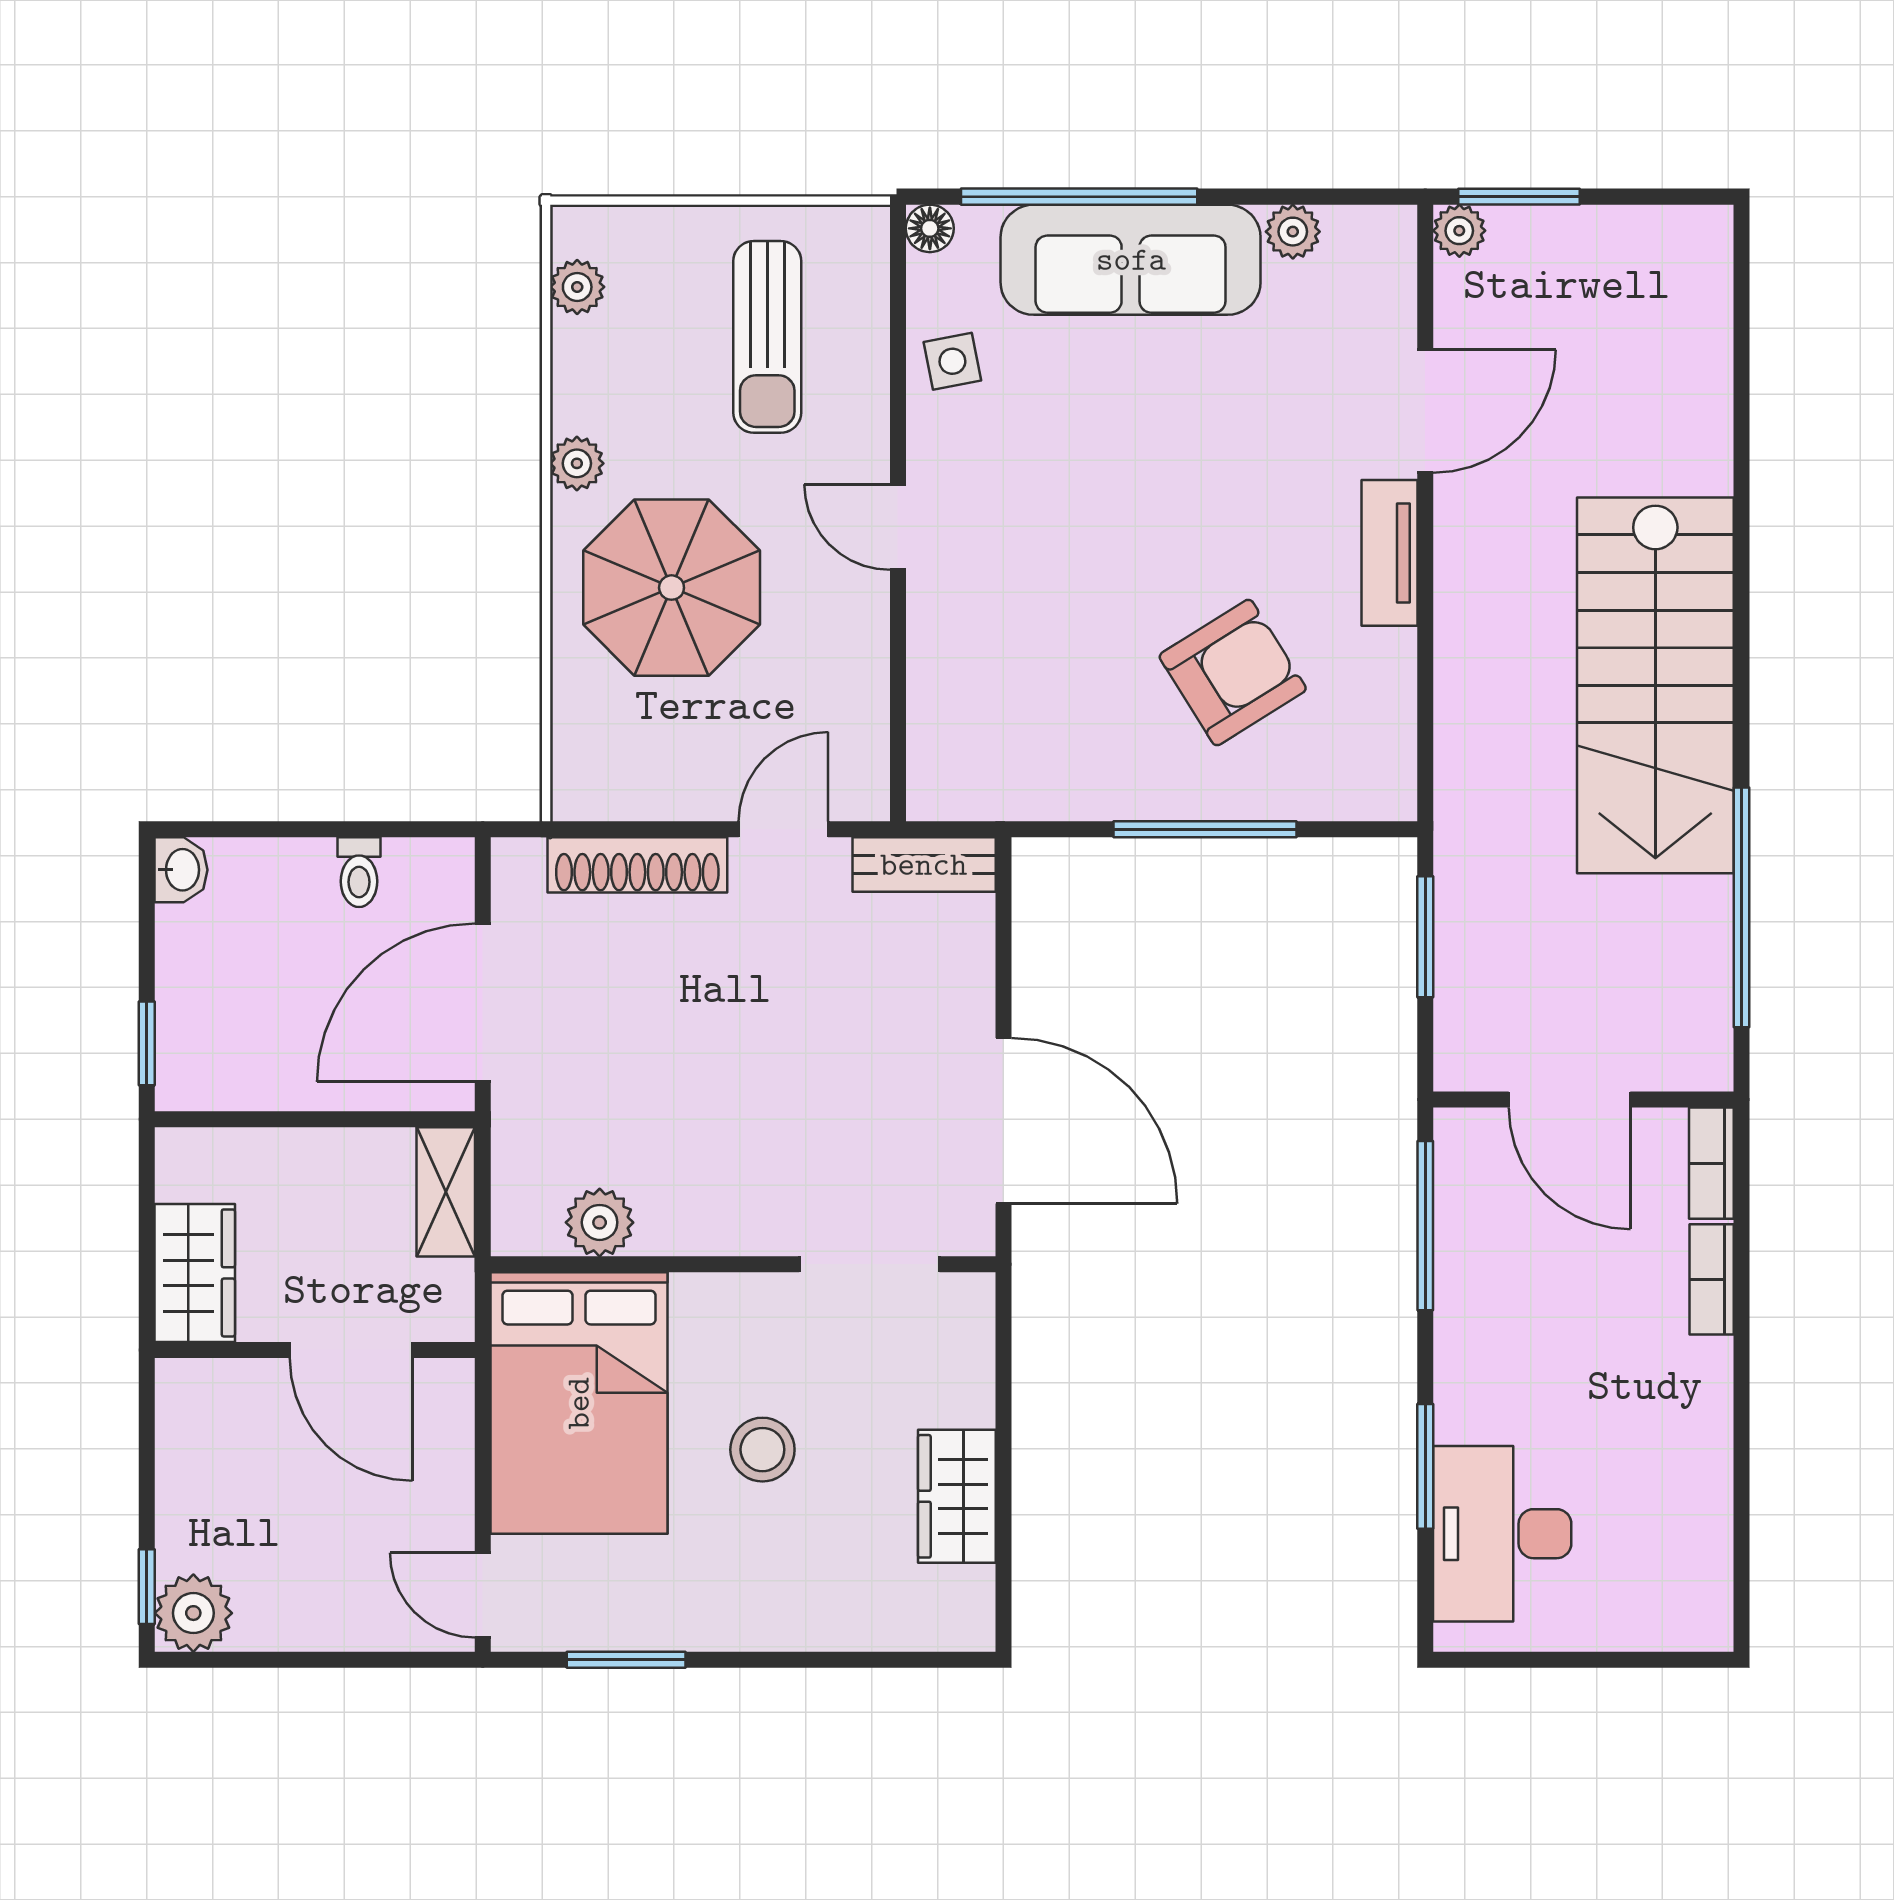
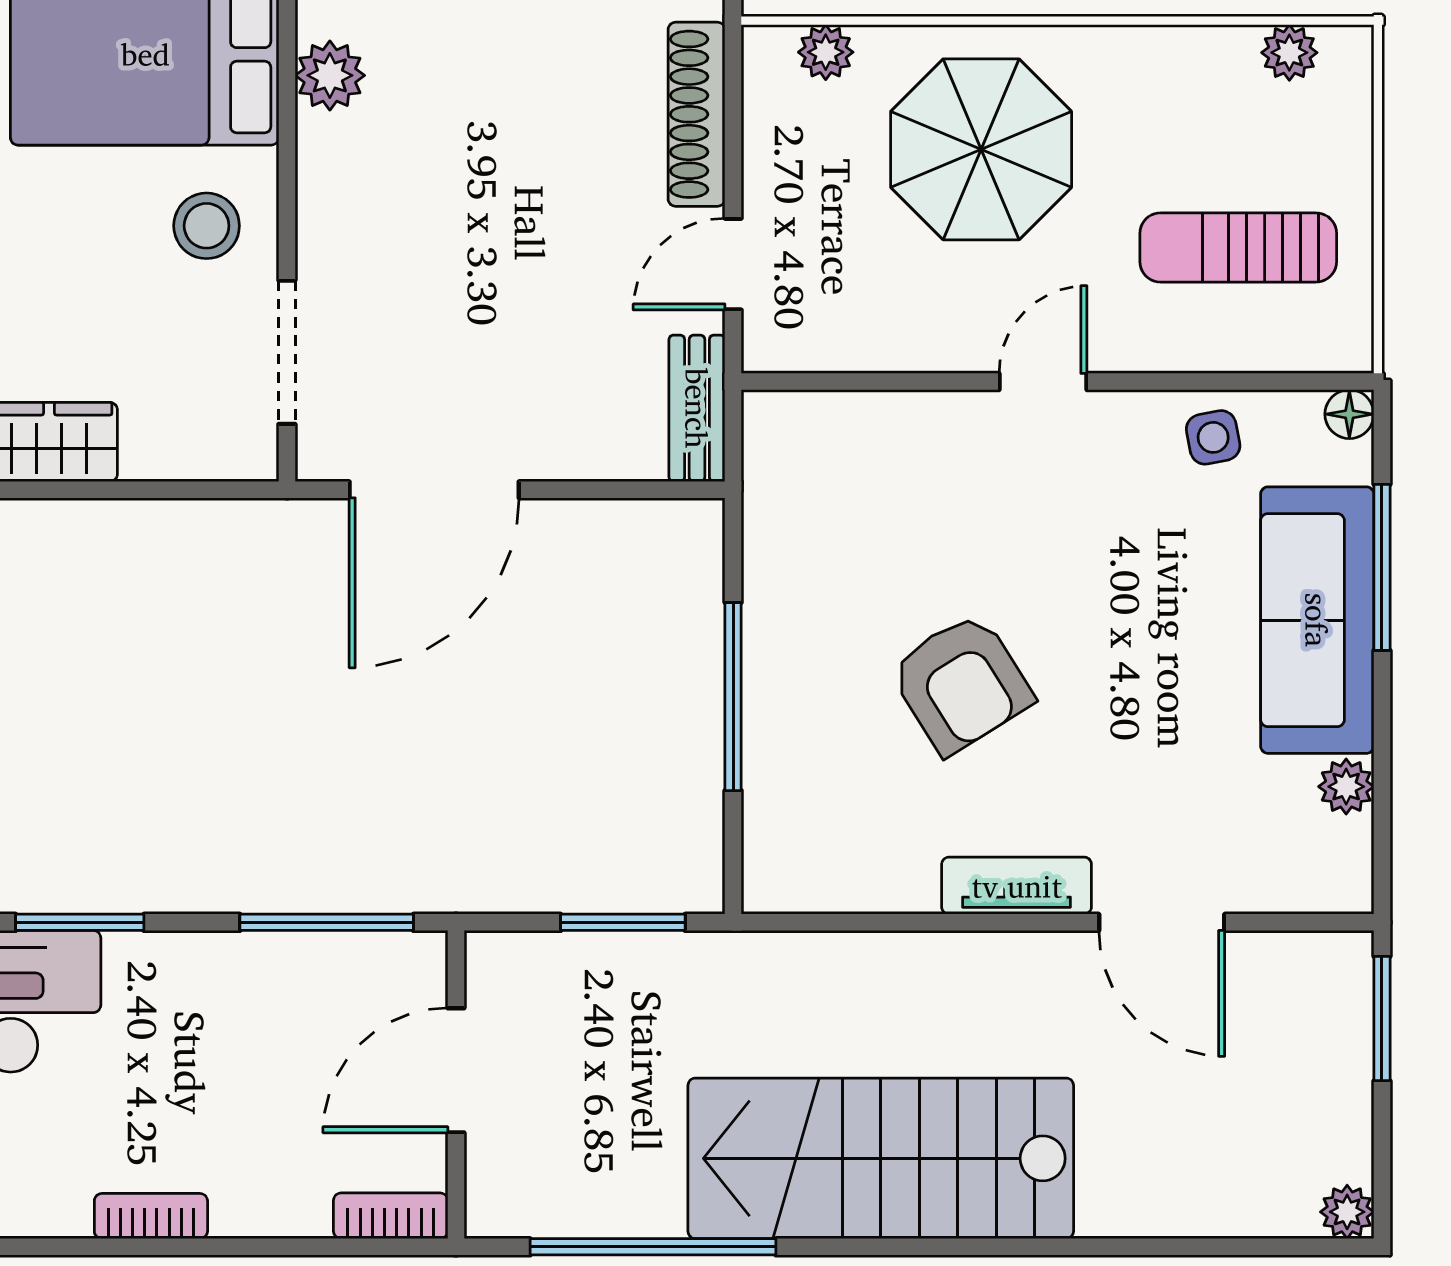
window: (1079, 197) -> (1382, 567), width x0.68
plant: (1459, 231) -> (1347, 1212), moved
plant: (577, 463) -> (826, 52), moved
armchair: (1233, 673) -> (961, 683), moved
door: (783, 829) -> (733, 264), swing flipped
bookcase: (1712, 1279) -> (151, 1216), moved
stool: (762, 1450) -> (207, 226), moved

